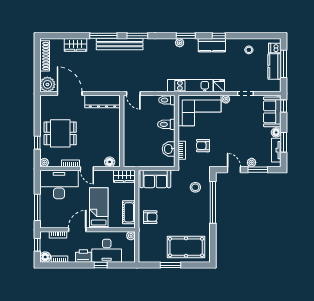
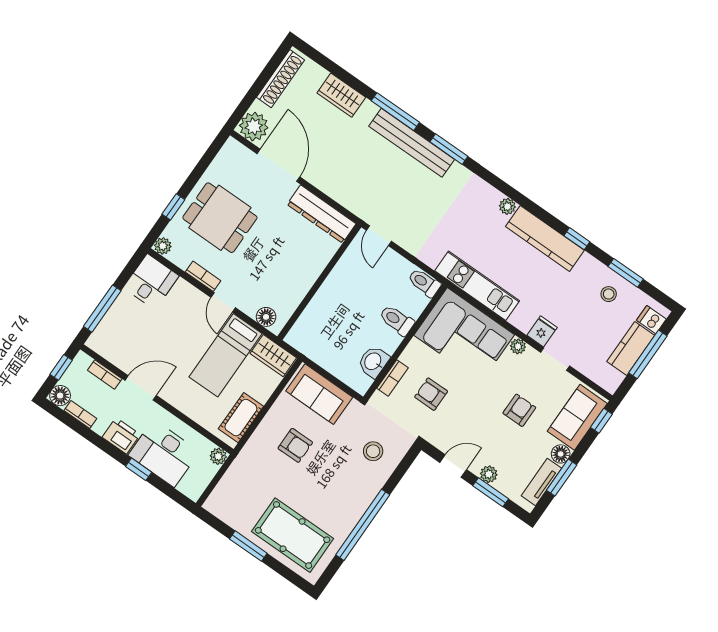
window: (186, 36) -> (626, 273), moved
kitchen counter: (212, 45) -> (545, 238), width x1.50
fridge: (219, 86) -> (542, 331), moved
armchair: (245, 126) -> (519, 410), added
door: (234, 170) -> (453, 466), hinge flipped
desk: (59, 185) -> (151, 282), width x0.53, depth x0.77
window: (213, 202) -> (363, 525), moved
bed: (99, 208) -> (225, 355), moved, turned 180
armchair: (150, 217) -> (295, 445), moved

